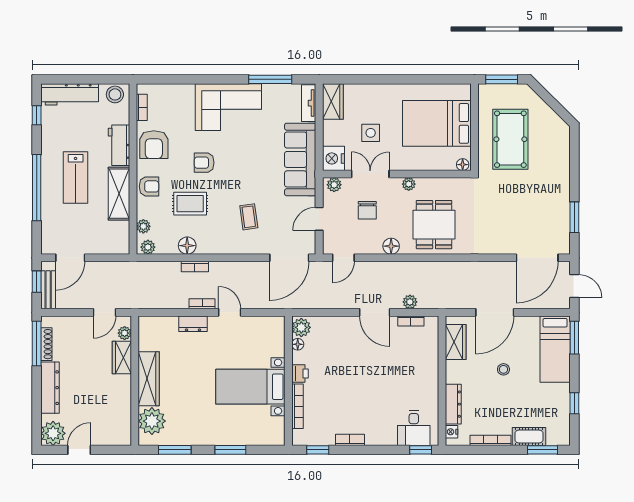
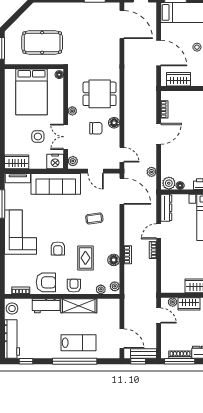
lab bench: (76, 178) -> (78, 343), moved
chair: (367, 210) -> (96, 128), moved
plant: (410, 302) -> (152, 172), moved
dresser: (193, 324) -> (166, 208), moved, width x1.44

